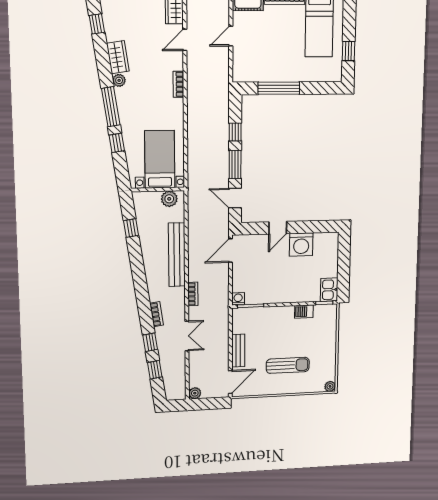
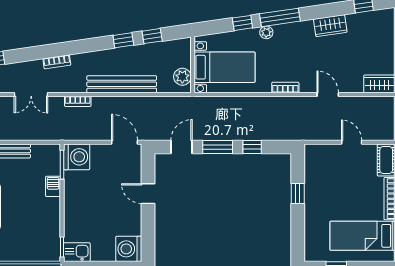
door: (185, 40) -> (328, 94), moved
plant: (119, 80) -> (266, 32), moved
bookcase: (178, 84) -> (285, 87), moved
window: (279, 88) -> (298, 193), width x0.46
washing machine: (301, 244) -> (129, 249), moved
washing machine: (238, 299) -> (77, 157), width x1.89, depth x1.89
barbecue: (304, 312) -> (53, 186), moved
window: (150, 342) -> (123, 40), moved

